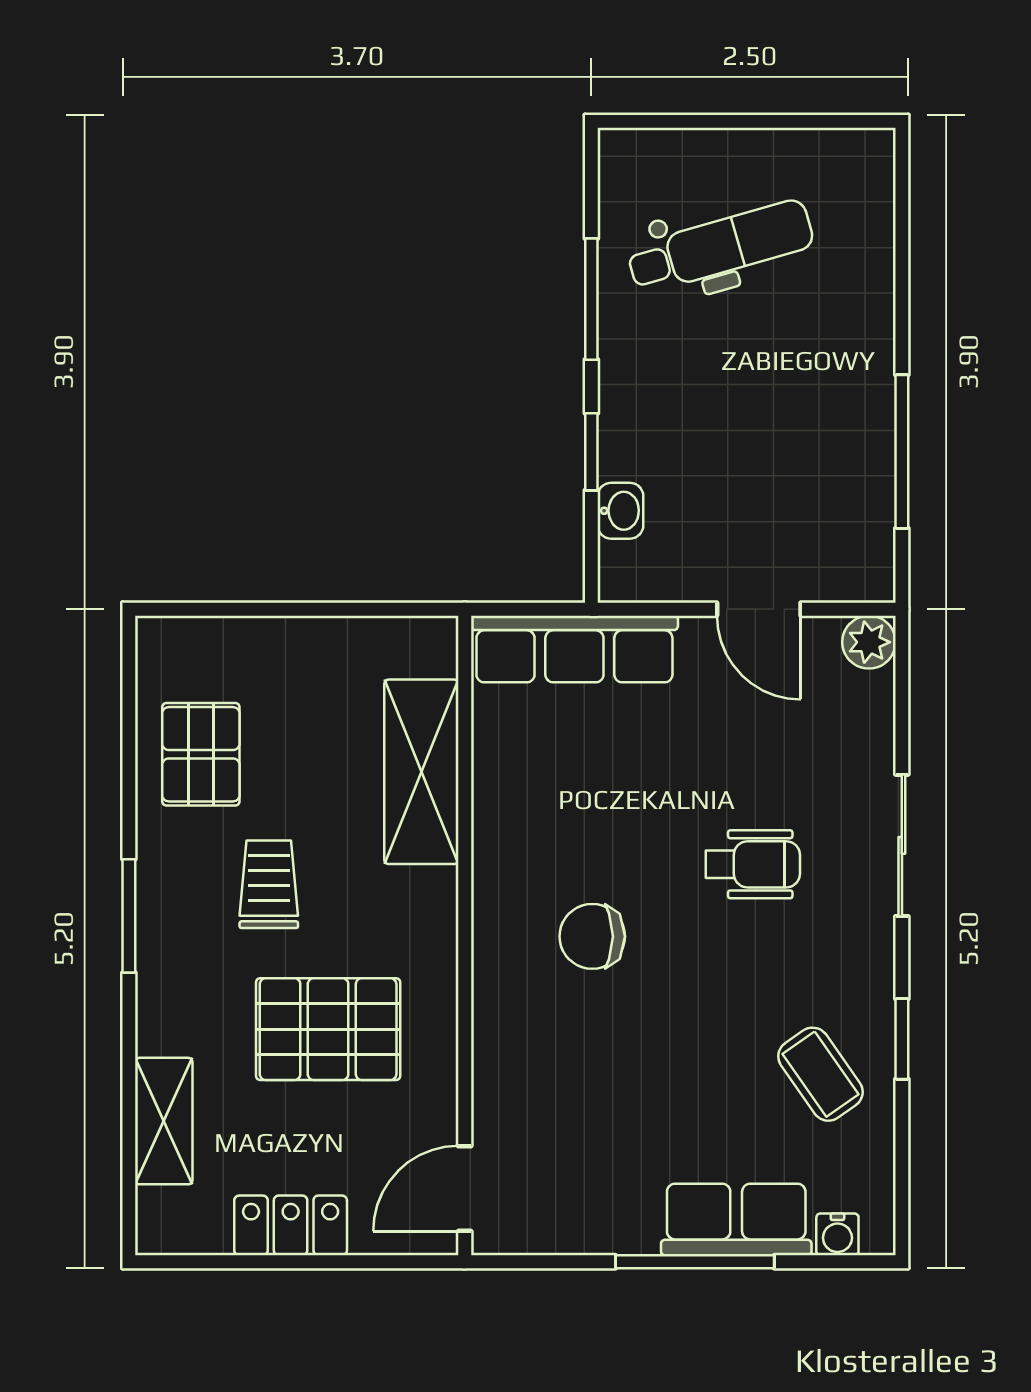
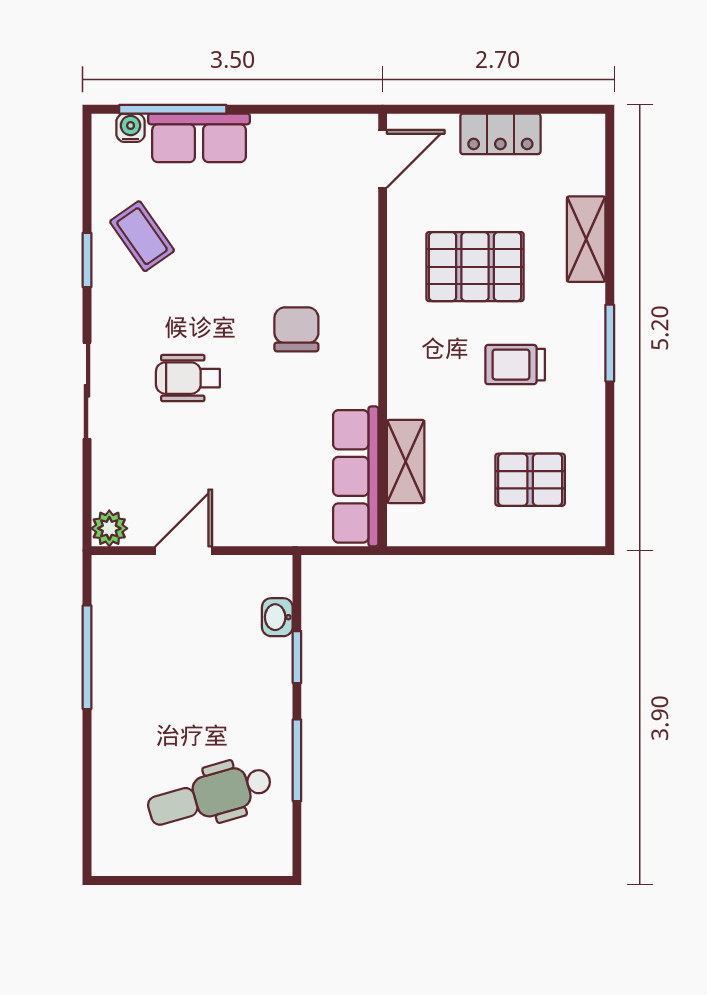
door: (759, 609) -> (184, 551), hinge flipped
row of seats: (574, 649) -> (356, 476), moved, turned -90
pallet: (201, 754) -> (530, 480), moved, turned 90
shelving: (421, 772) -> (406, 461), width x0.67, depth x0.75
trolley: (269, 884) -> (515, 365), turned 90
chair: (592, 936) -> (296, 329), turned -90
shelving: (164, 1121) -> (586, 239), moved
window: (695, 1262) -> (173, 109), moved

